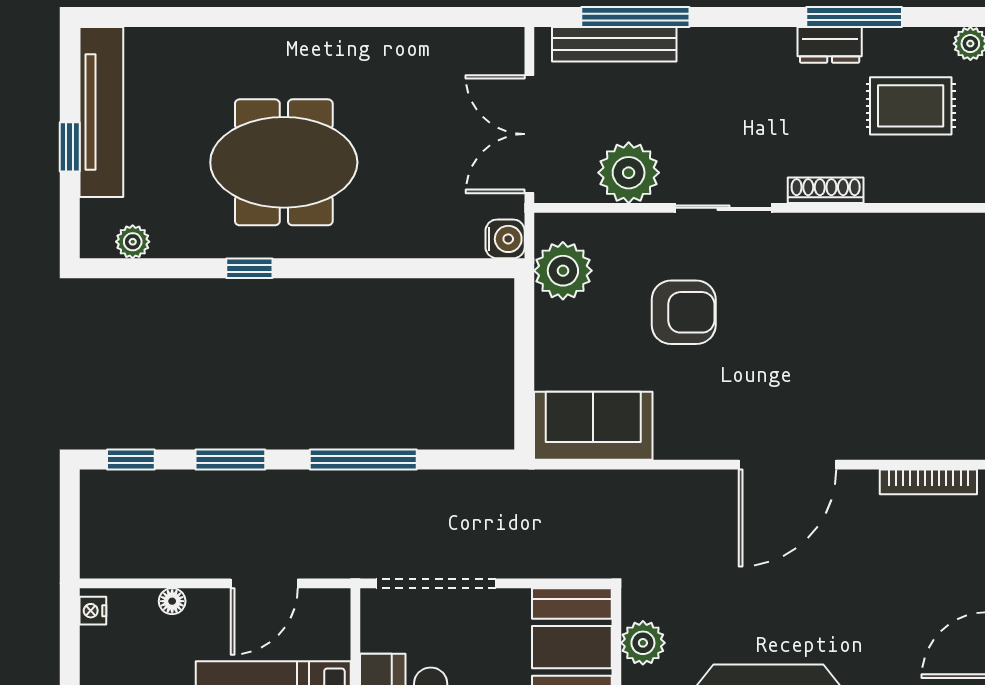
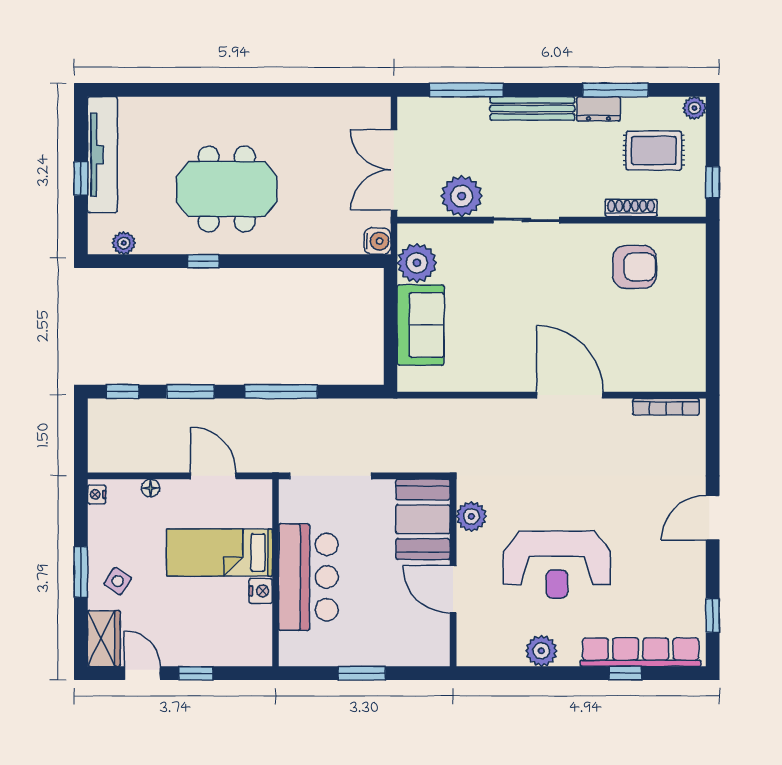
bench: (614, 44) -> (532, 109), moved
shoe rack: (826, 190) -> (631, 208), moved
armchair: (684, 312) -> (635, 267), moved
sofa: (593, 426) -> (421, 325), moved, turned 90
door: (788, 465) -> (570, 395), swing flipped
door: (264, 583) -> (213, 476), swing flipped

